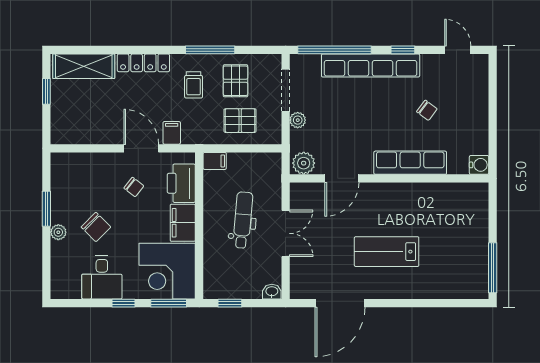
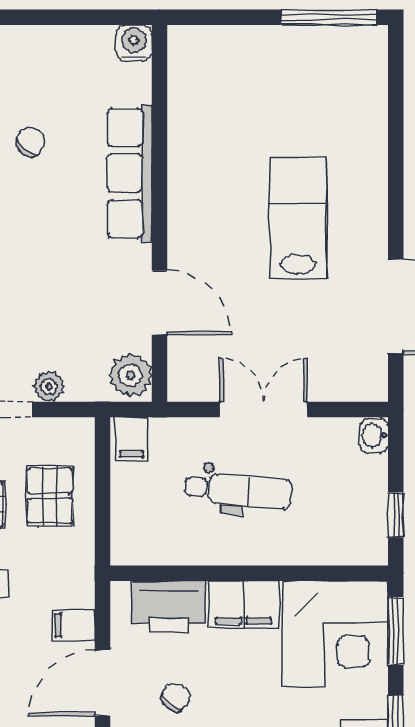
filing cabinet: (215, 161) -> (131, 439), moved, turned 180
dental chair: (243, 220) -> (238, 490), turned 180
lab bench: (387, 252) -> (298, 218), turned 180

